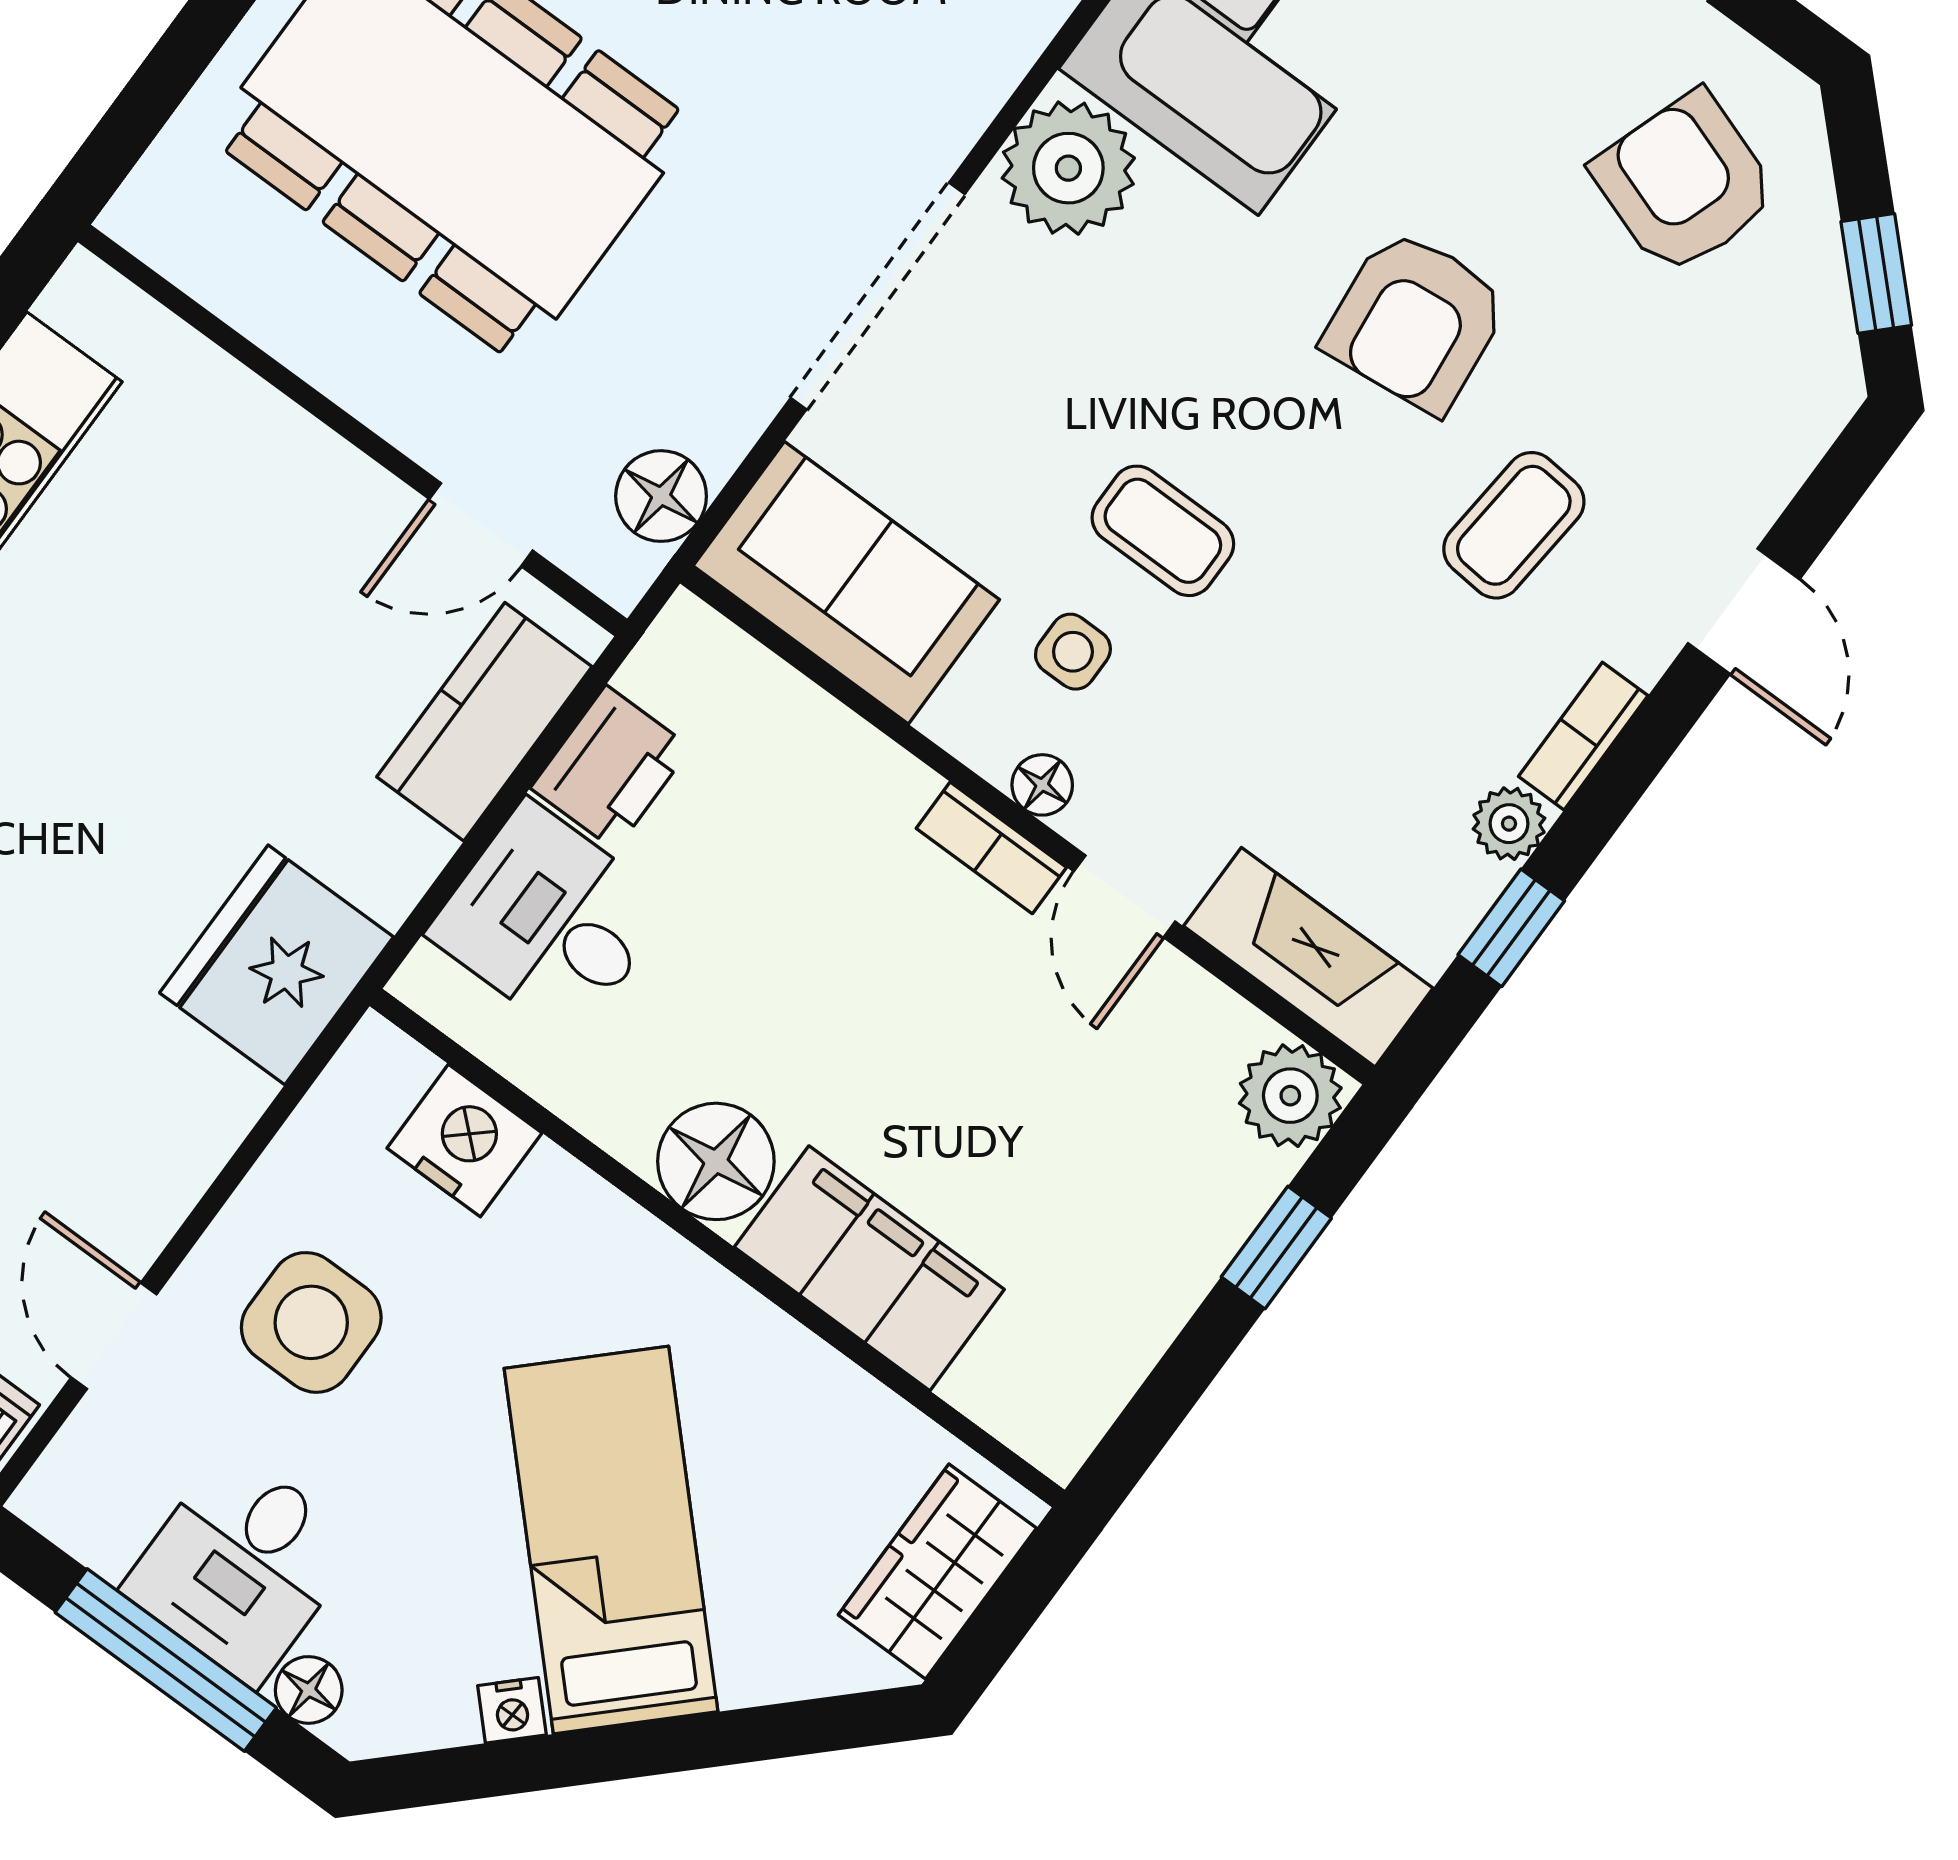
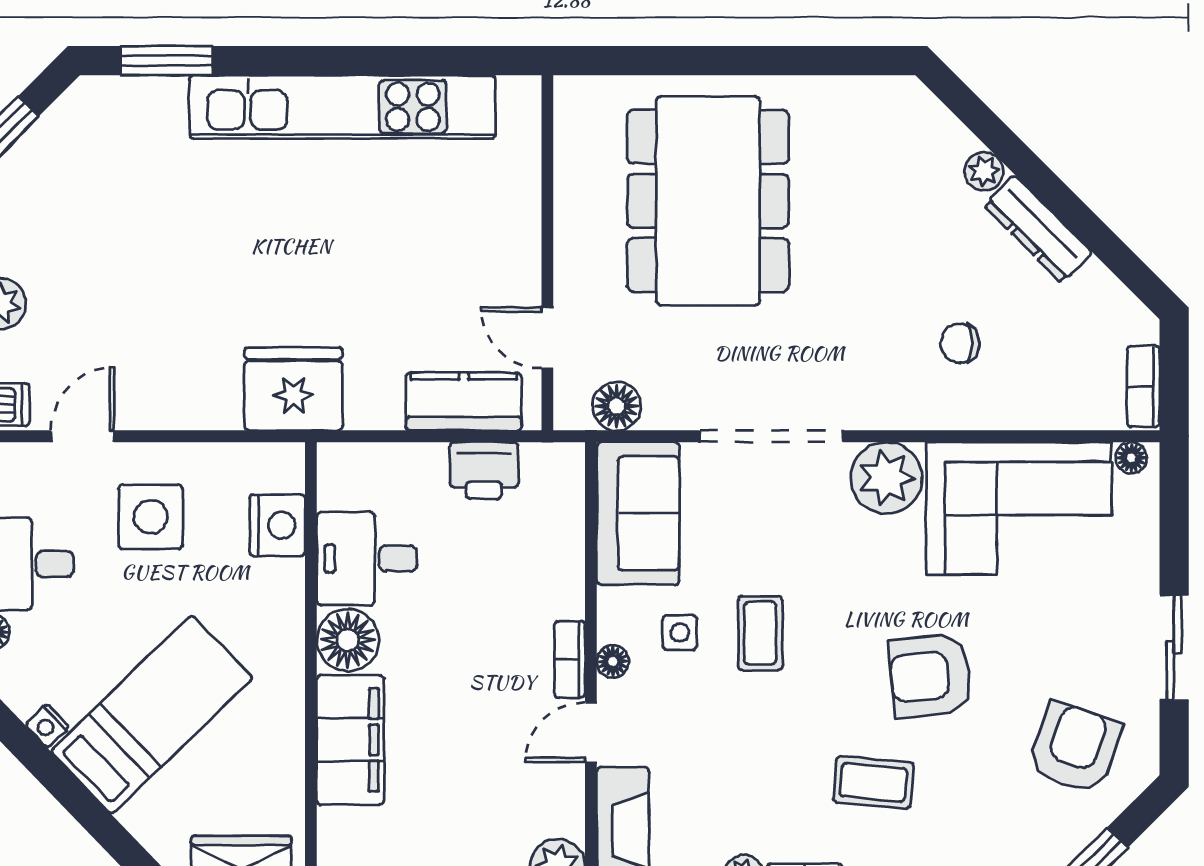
desk: (550, 920) -> (367, 559), moved, turned -90

